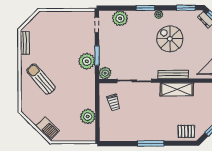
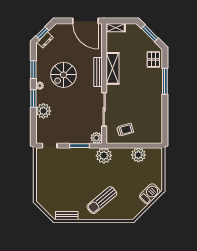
window: (186, 8) -> (33, 70), moved
plant: (120, 18) -> (43, 111), moved
plant: (87, 61) -> (104, 156), moved
window: (151, 143) -> (165, 81), moved

